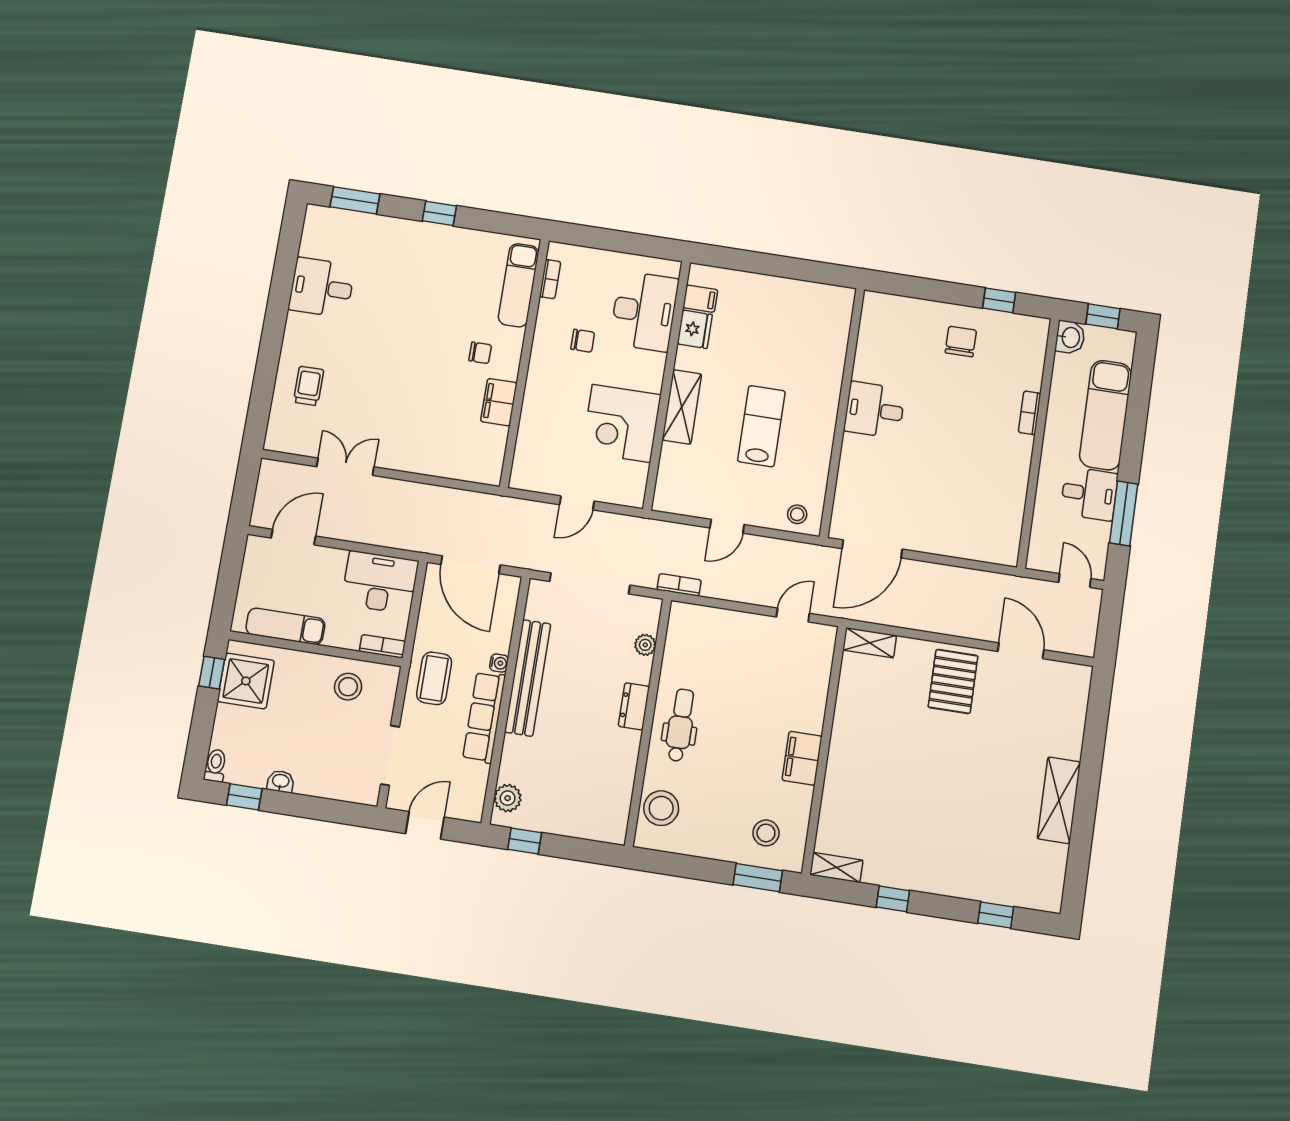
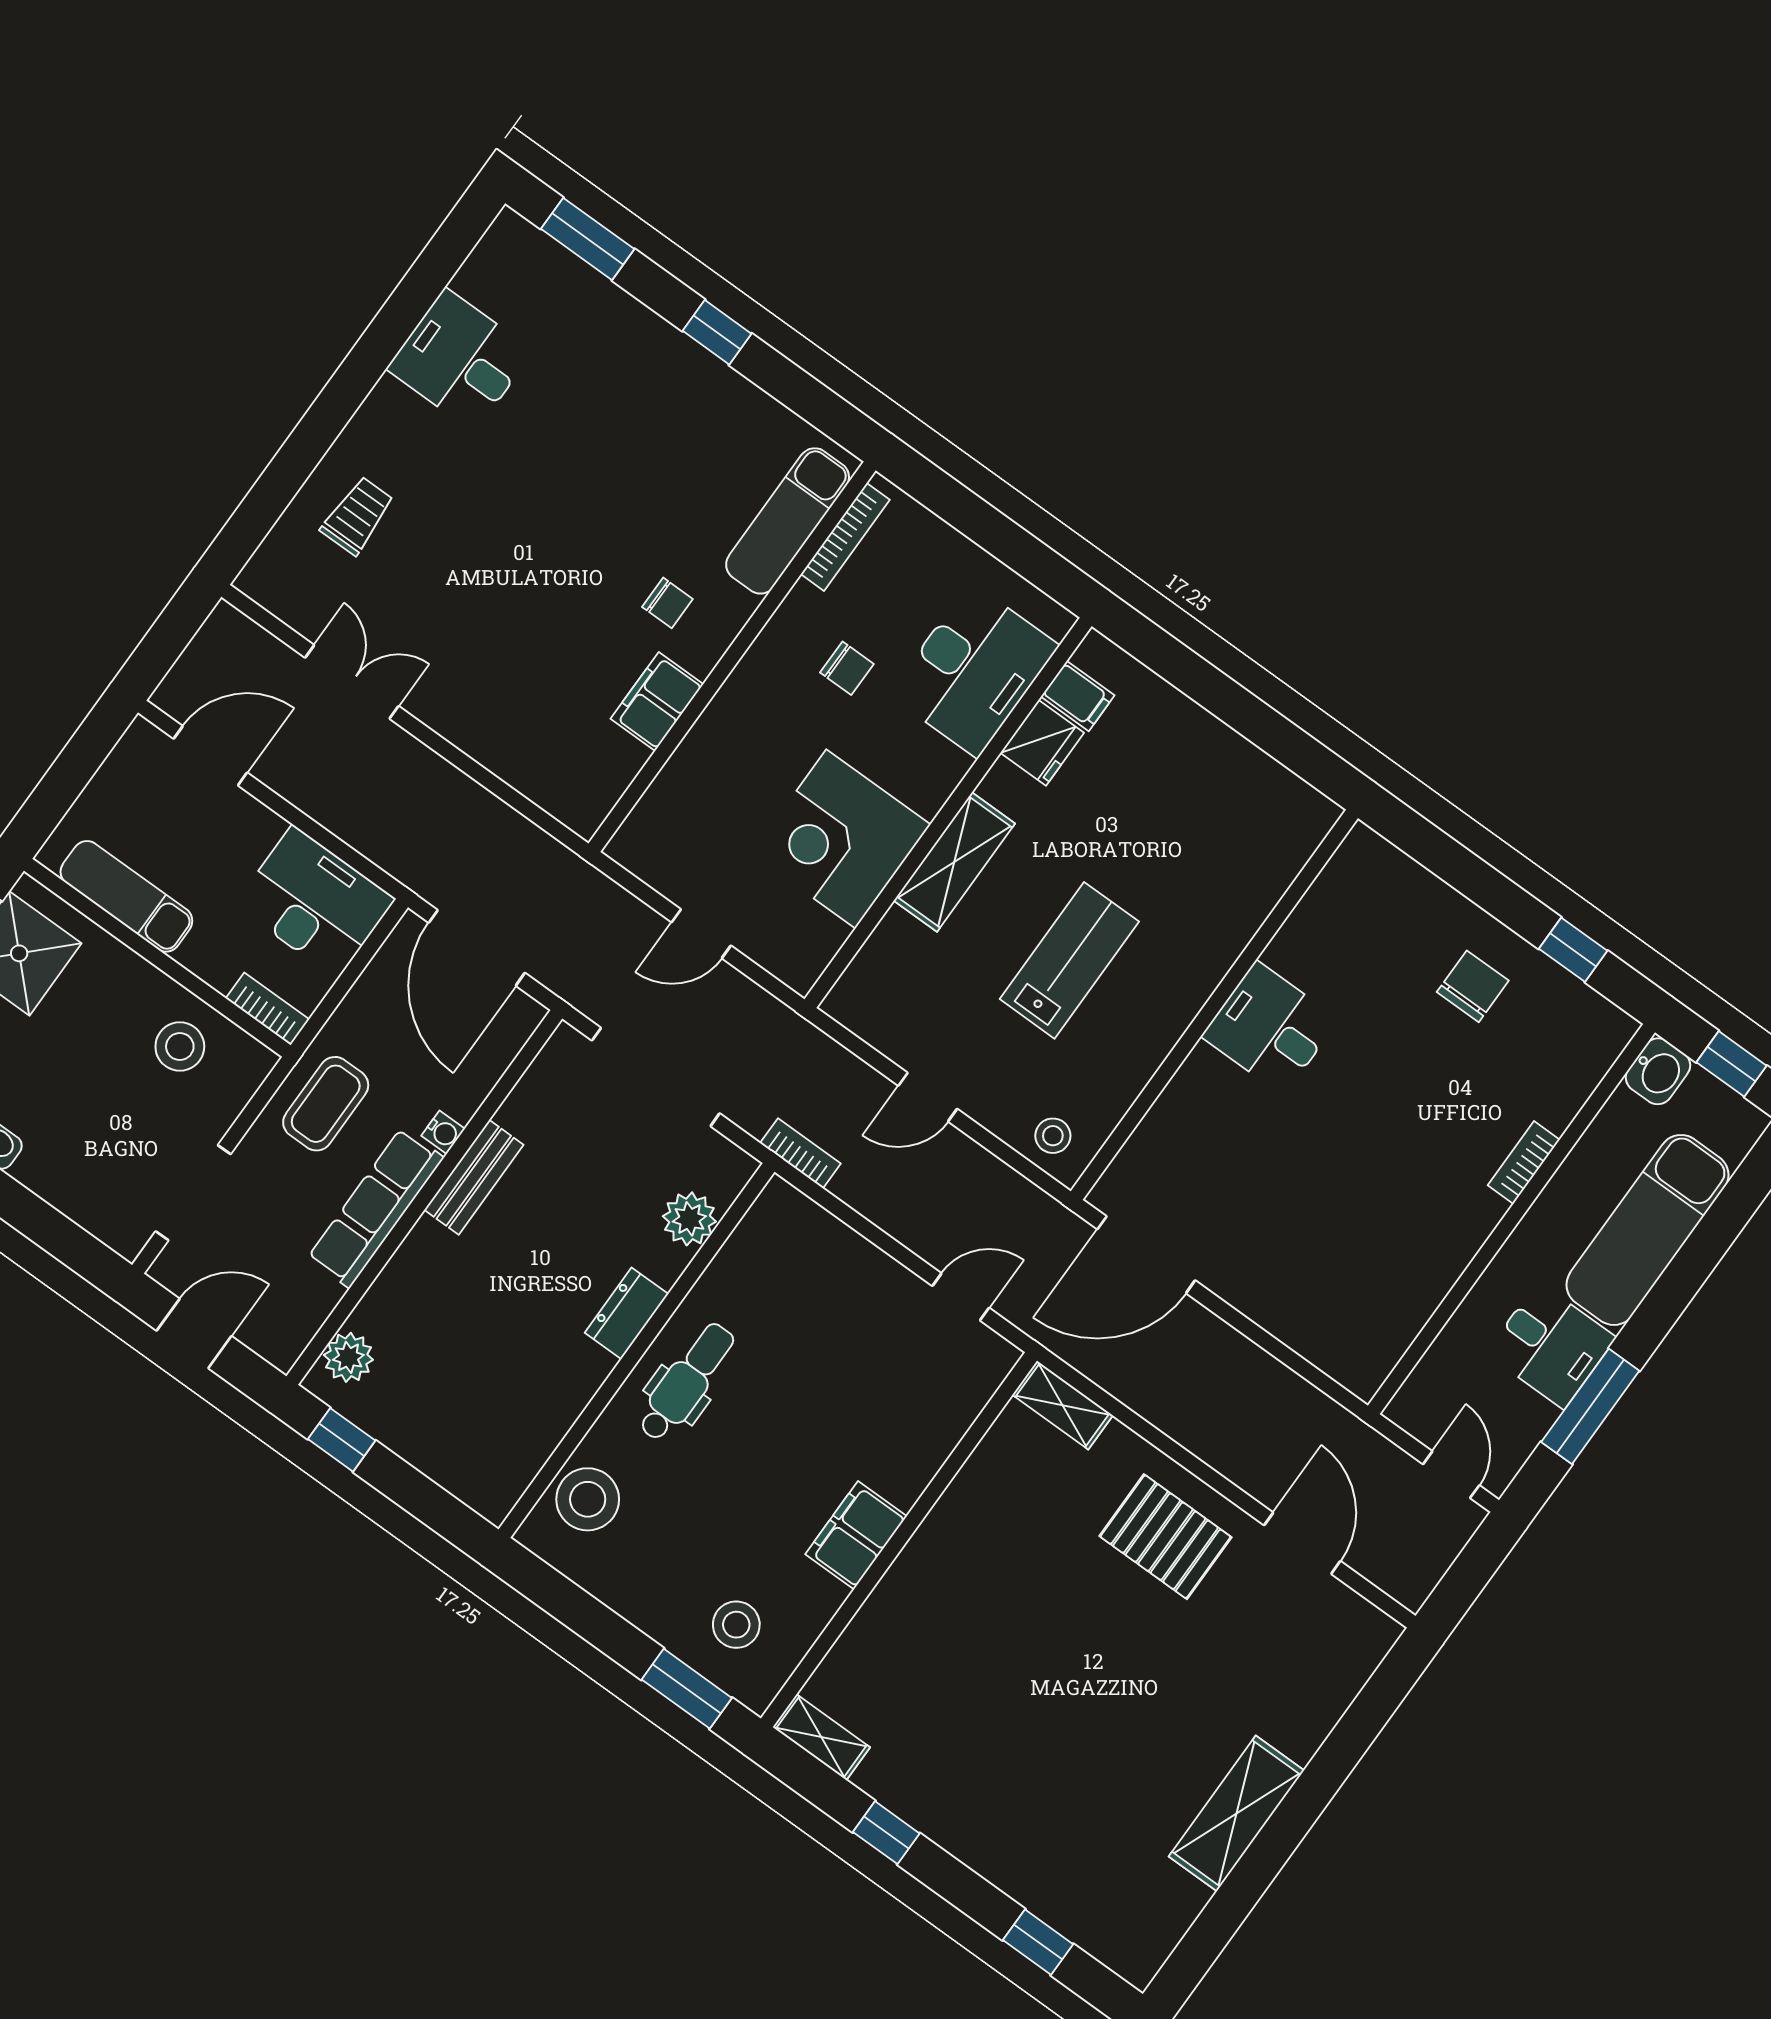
bookcase: (550, 279) -> (845, 537), width x1.56
plant: (645, 645) -> (689, 1219), width x1.38, depth x1.38
bench: (528, 678) -> (474, 1177), width x0.54, depth x0.82
pallet: (953, 681) -> (1165, 1537), turned 90

